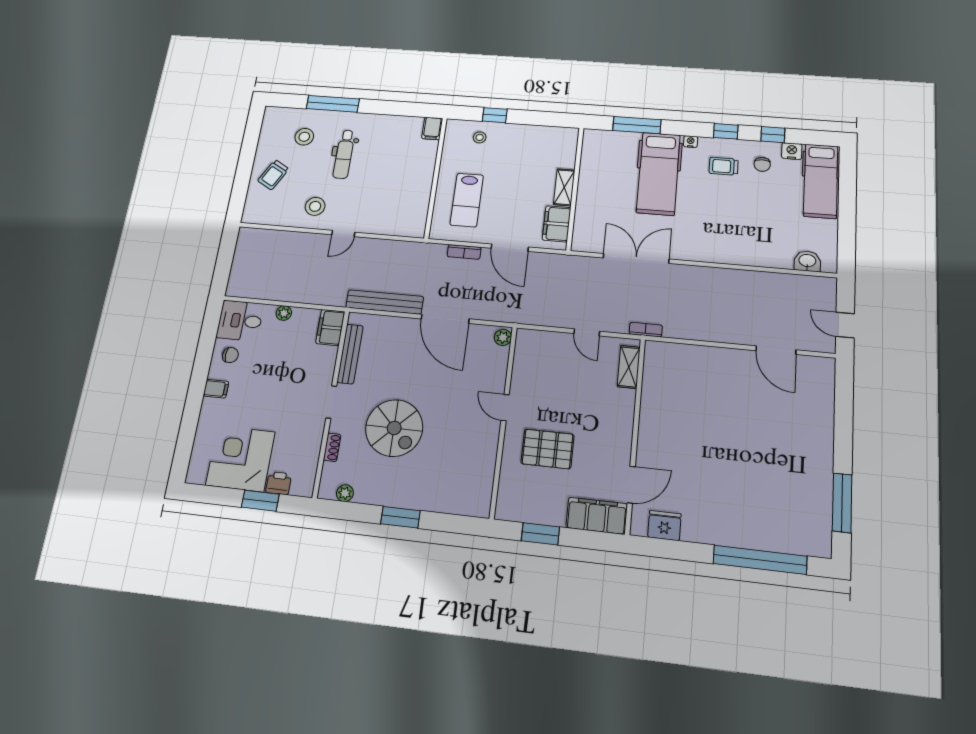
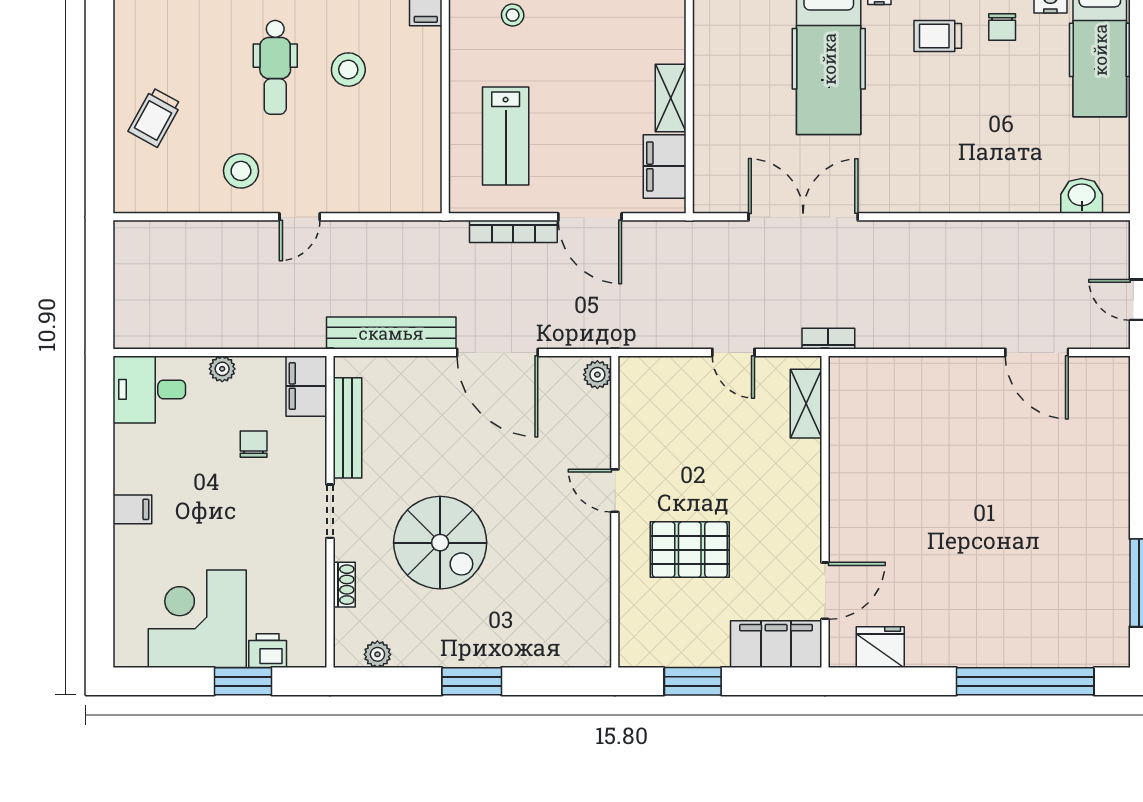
stool: (304, 137) -> (348, 70), moved
bookcase: (464, 252) -> (513, 231), width x1.56
chair: (230, 355) -> (254, 444), moved, turned -90

